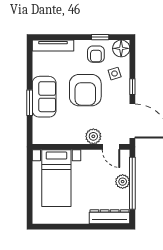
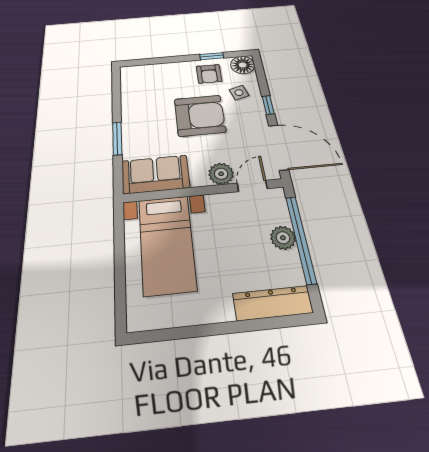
tv unit: (53, 46) -> (148, 70), removed
armchair: (85, 90) -> (200, 115), turned -90
sofa: (44, 97) -> (155, 174), moved, turned -90
door: (111, 147) -> (252, 186), swing flipped

